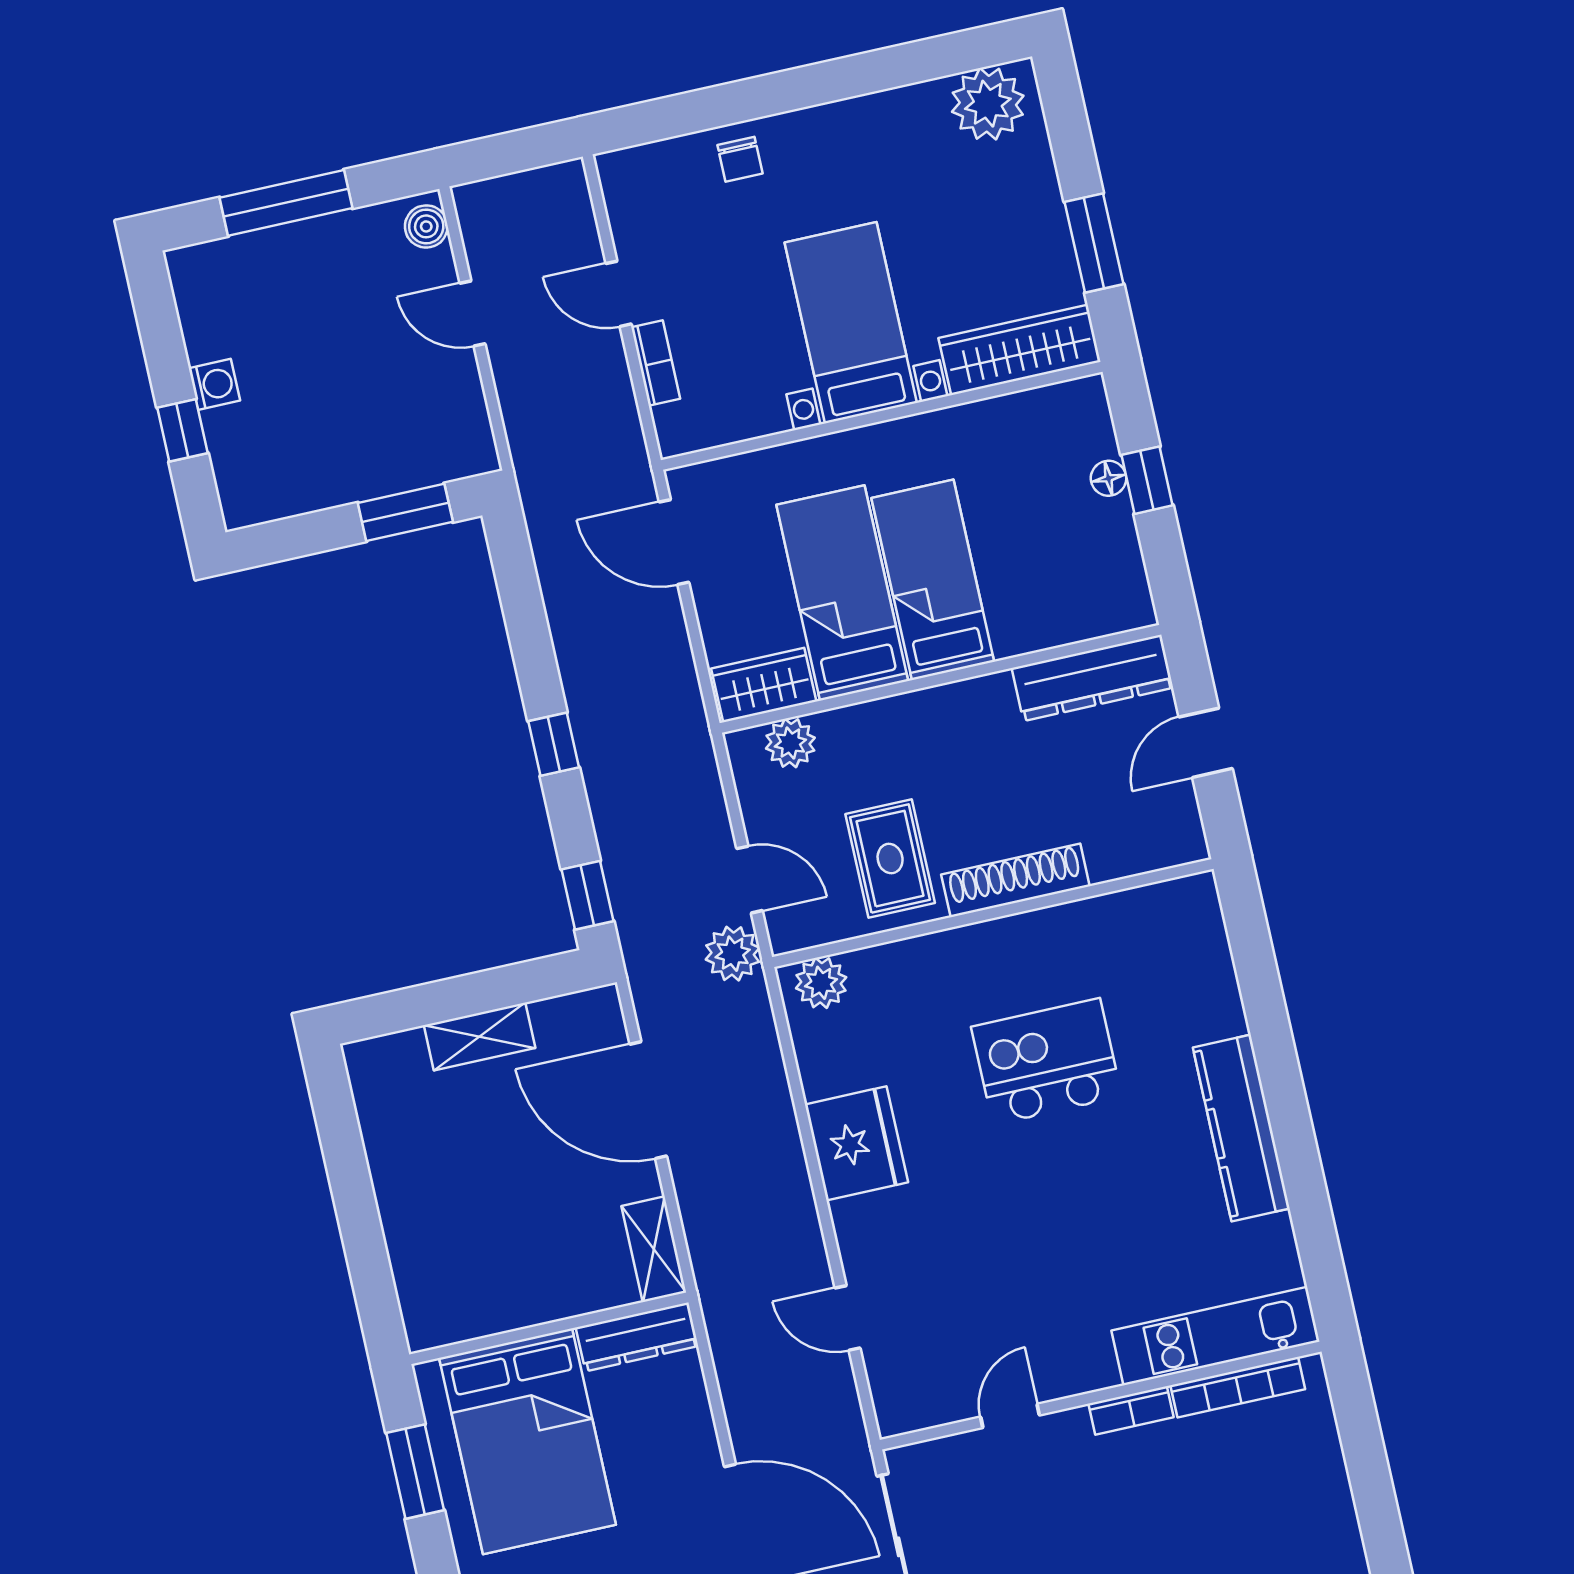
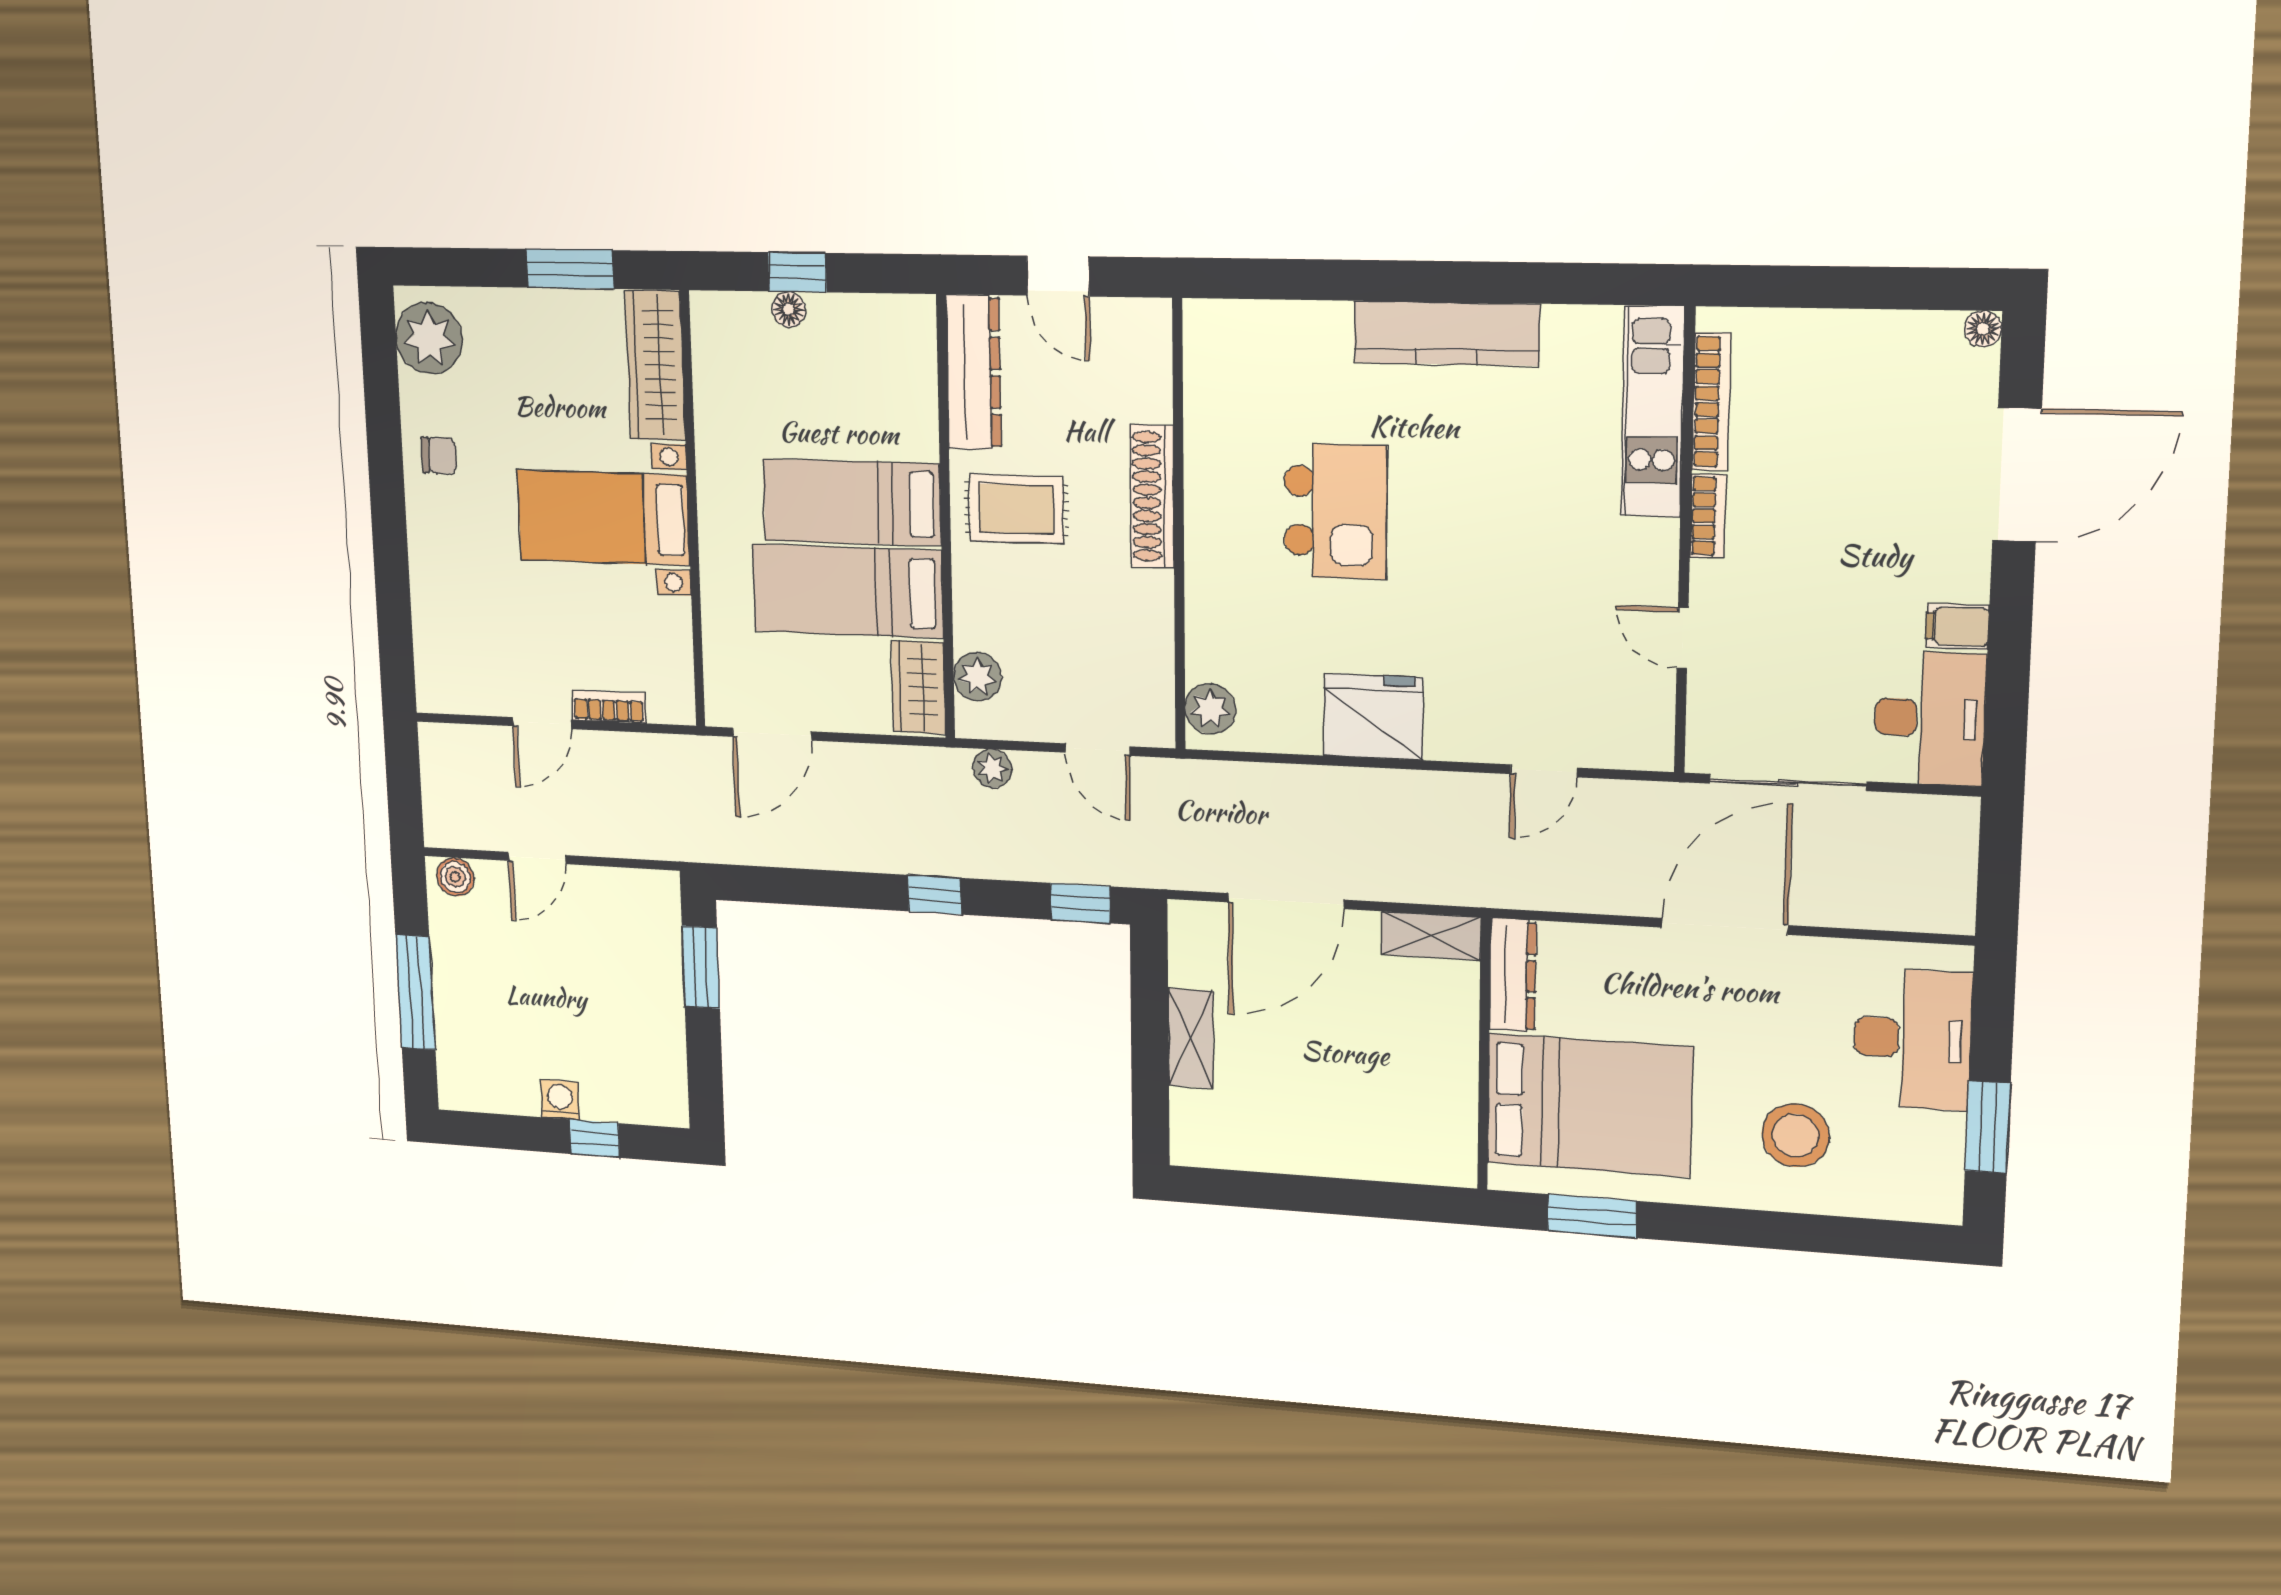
chair: (740, 159) -> (439, 455), moved
rug: (890, 859) -> (1016, 509), moved
door: (750, 880) -> (1097, 750), swing flipped
plant: (733, 954) -> (992, 769), moved, width x0.73, depth x0.73
kitchen island: (1046, 1062) -> (1335, 511), turned 180

